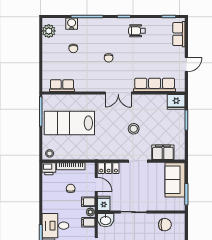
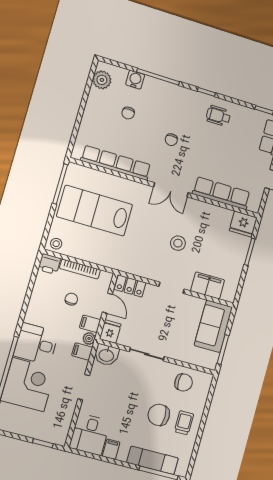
row of seats: (62, 86) -> (116, 163), width x2.02

